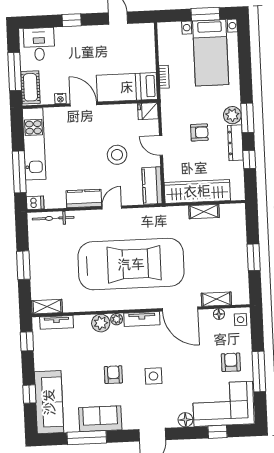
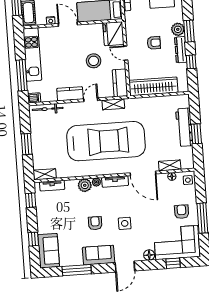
fridge: (148, 111) -> (113, 34), width x1.88, depth x1.34
shelving: (204, 212) -> (113, 104), moved
workbench: (237, 248) -> (184, 127), added
sofa: (49, 402) -> (49, 251), width x0.73
sofa: (100, 419) -> (99, 255), moved

